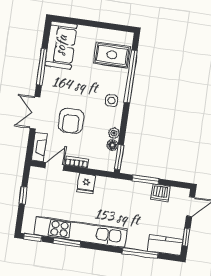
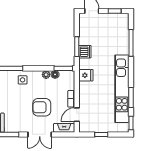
armchair: (71, 121) -> (42, 107), turned 180
door: (54, 166) -> (77, 115), hinge flipped
fridge: (86, 183) -> (86, 75), moved
dishwasher: (160, 193) -> (85, 52), moved
kitchen counter: (165, 245) -> (123, 25), removed

